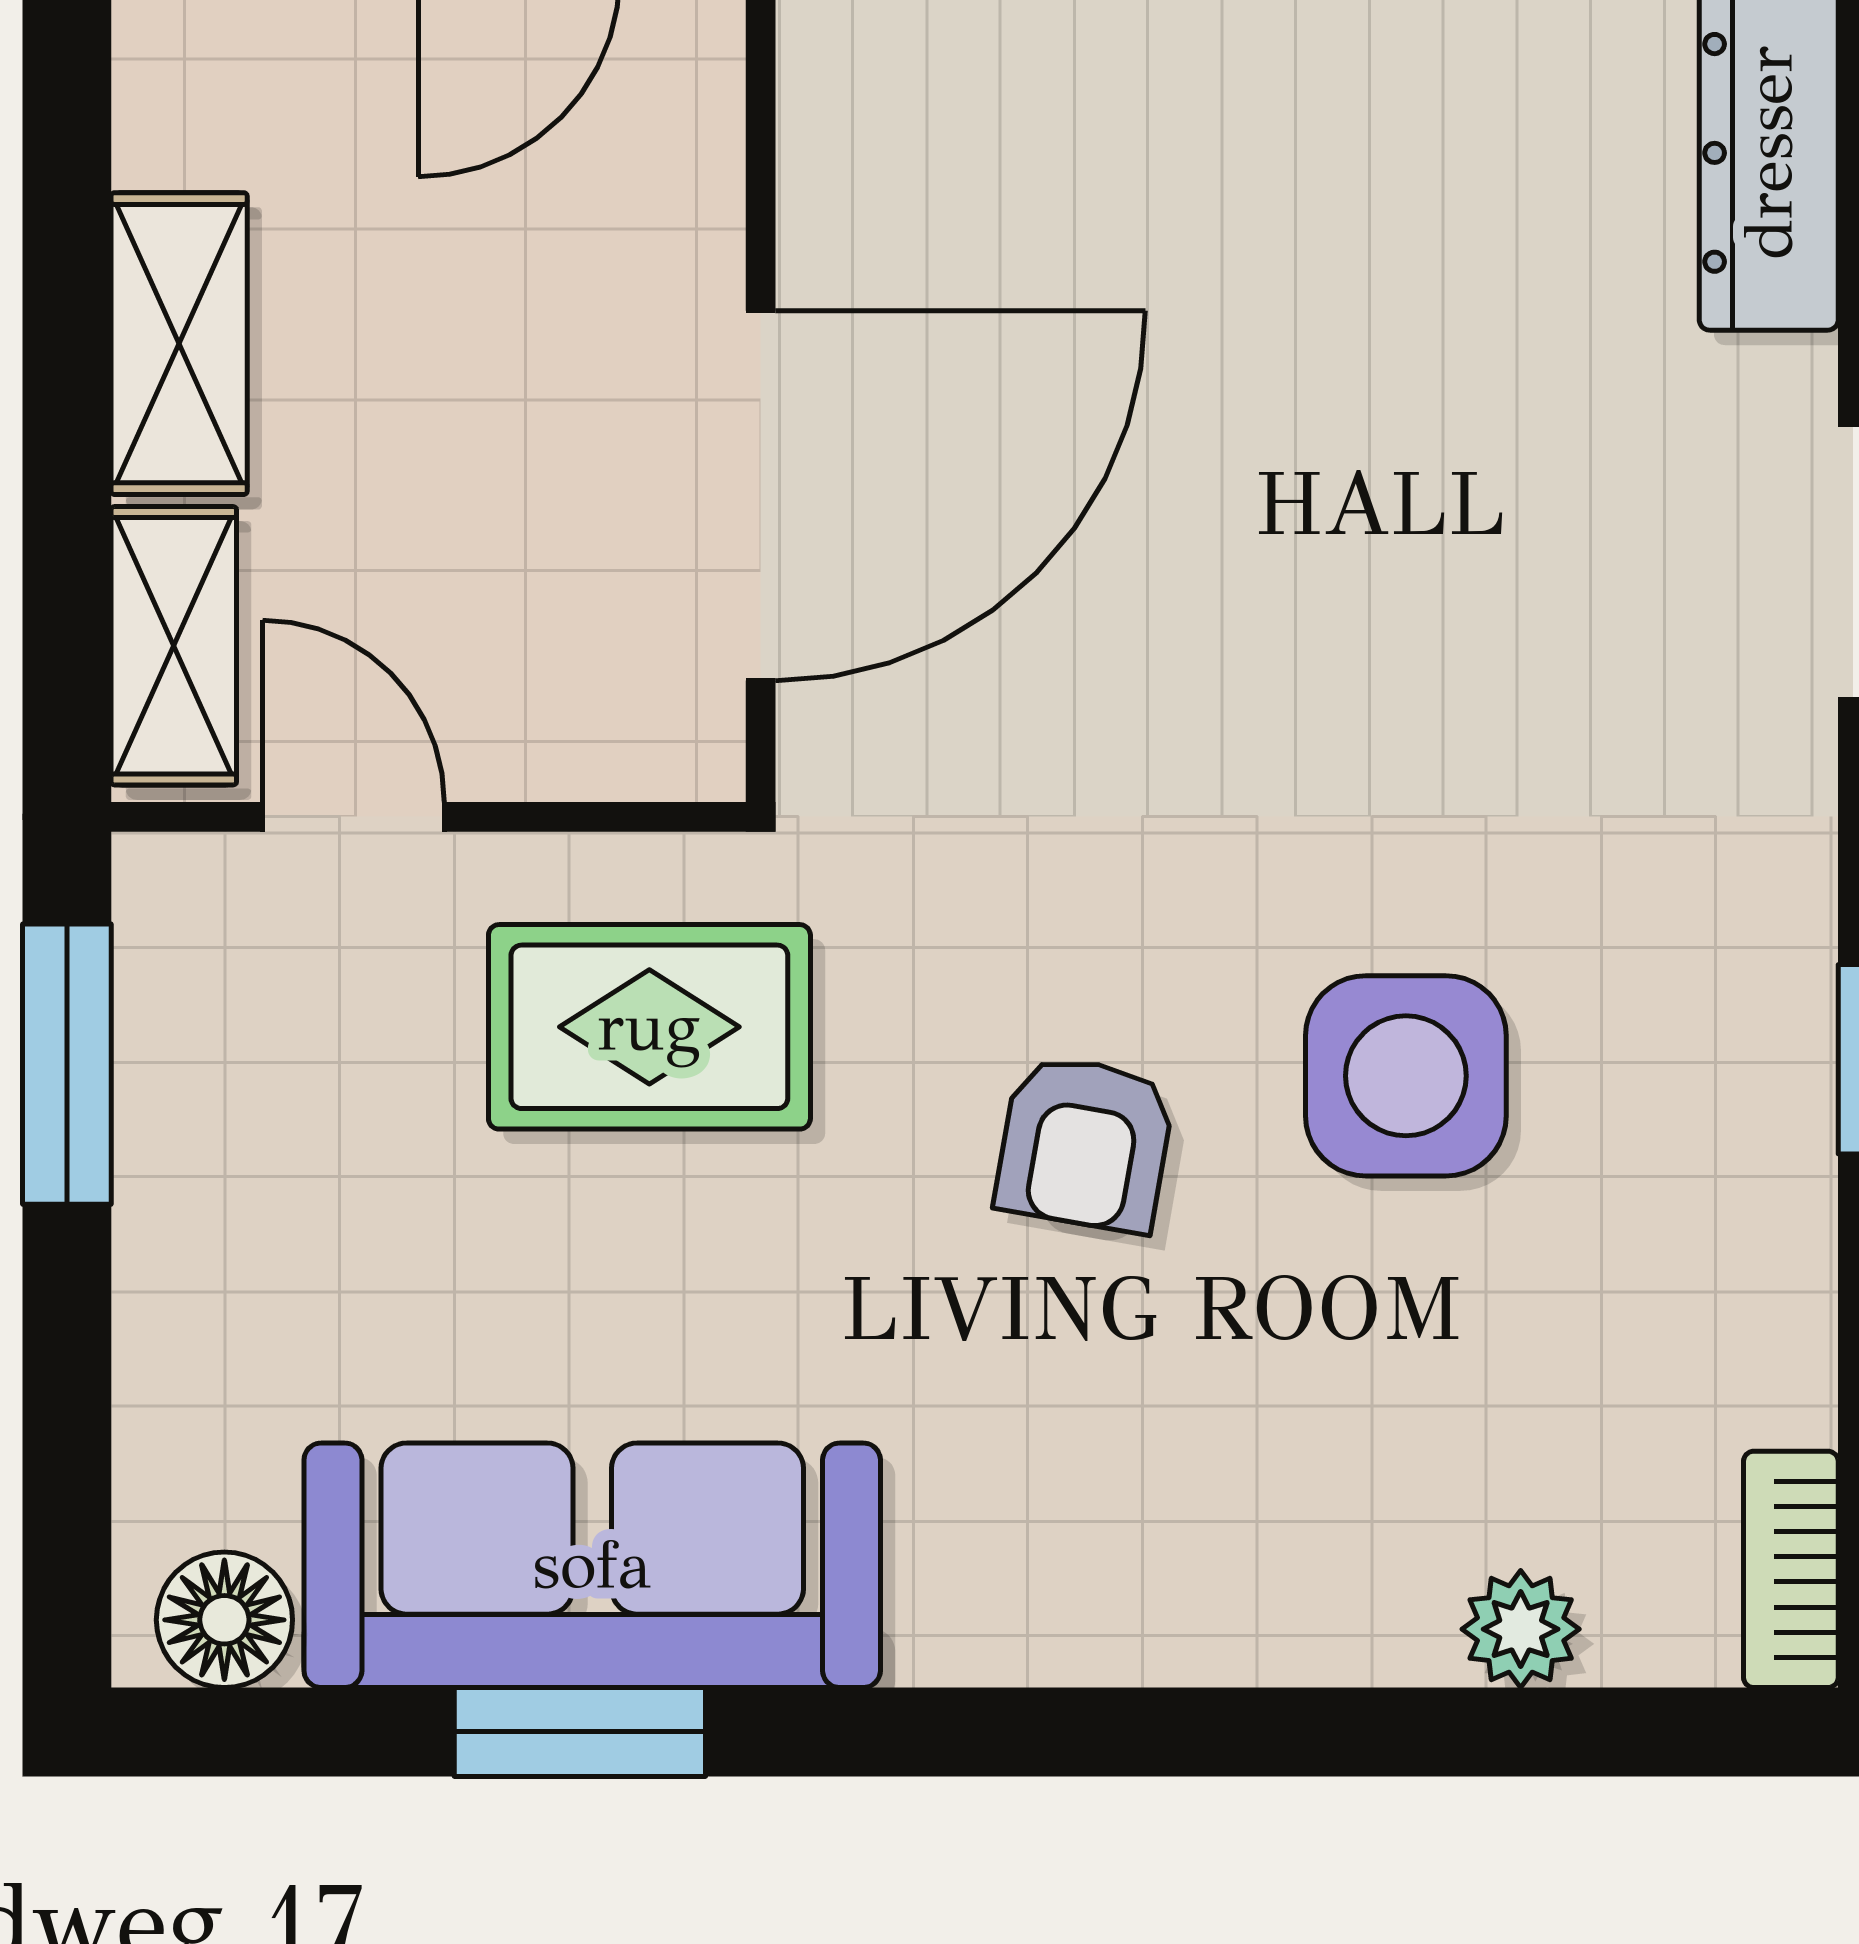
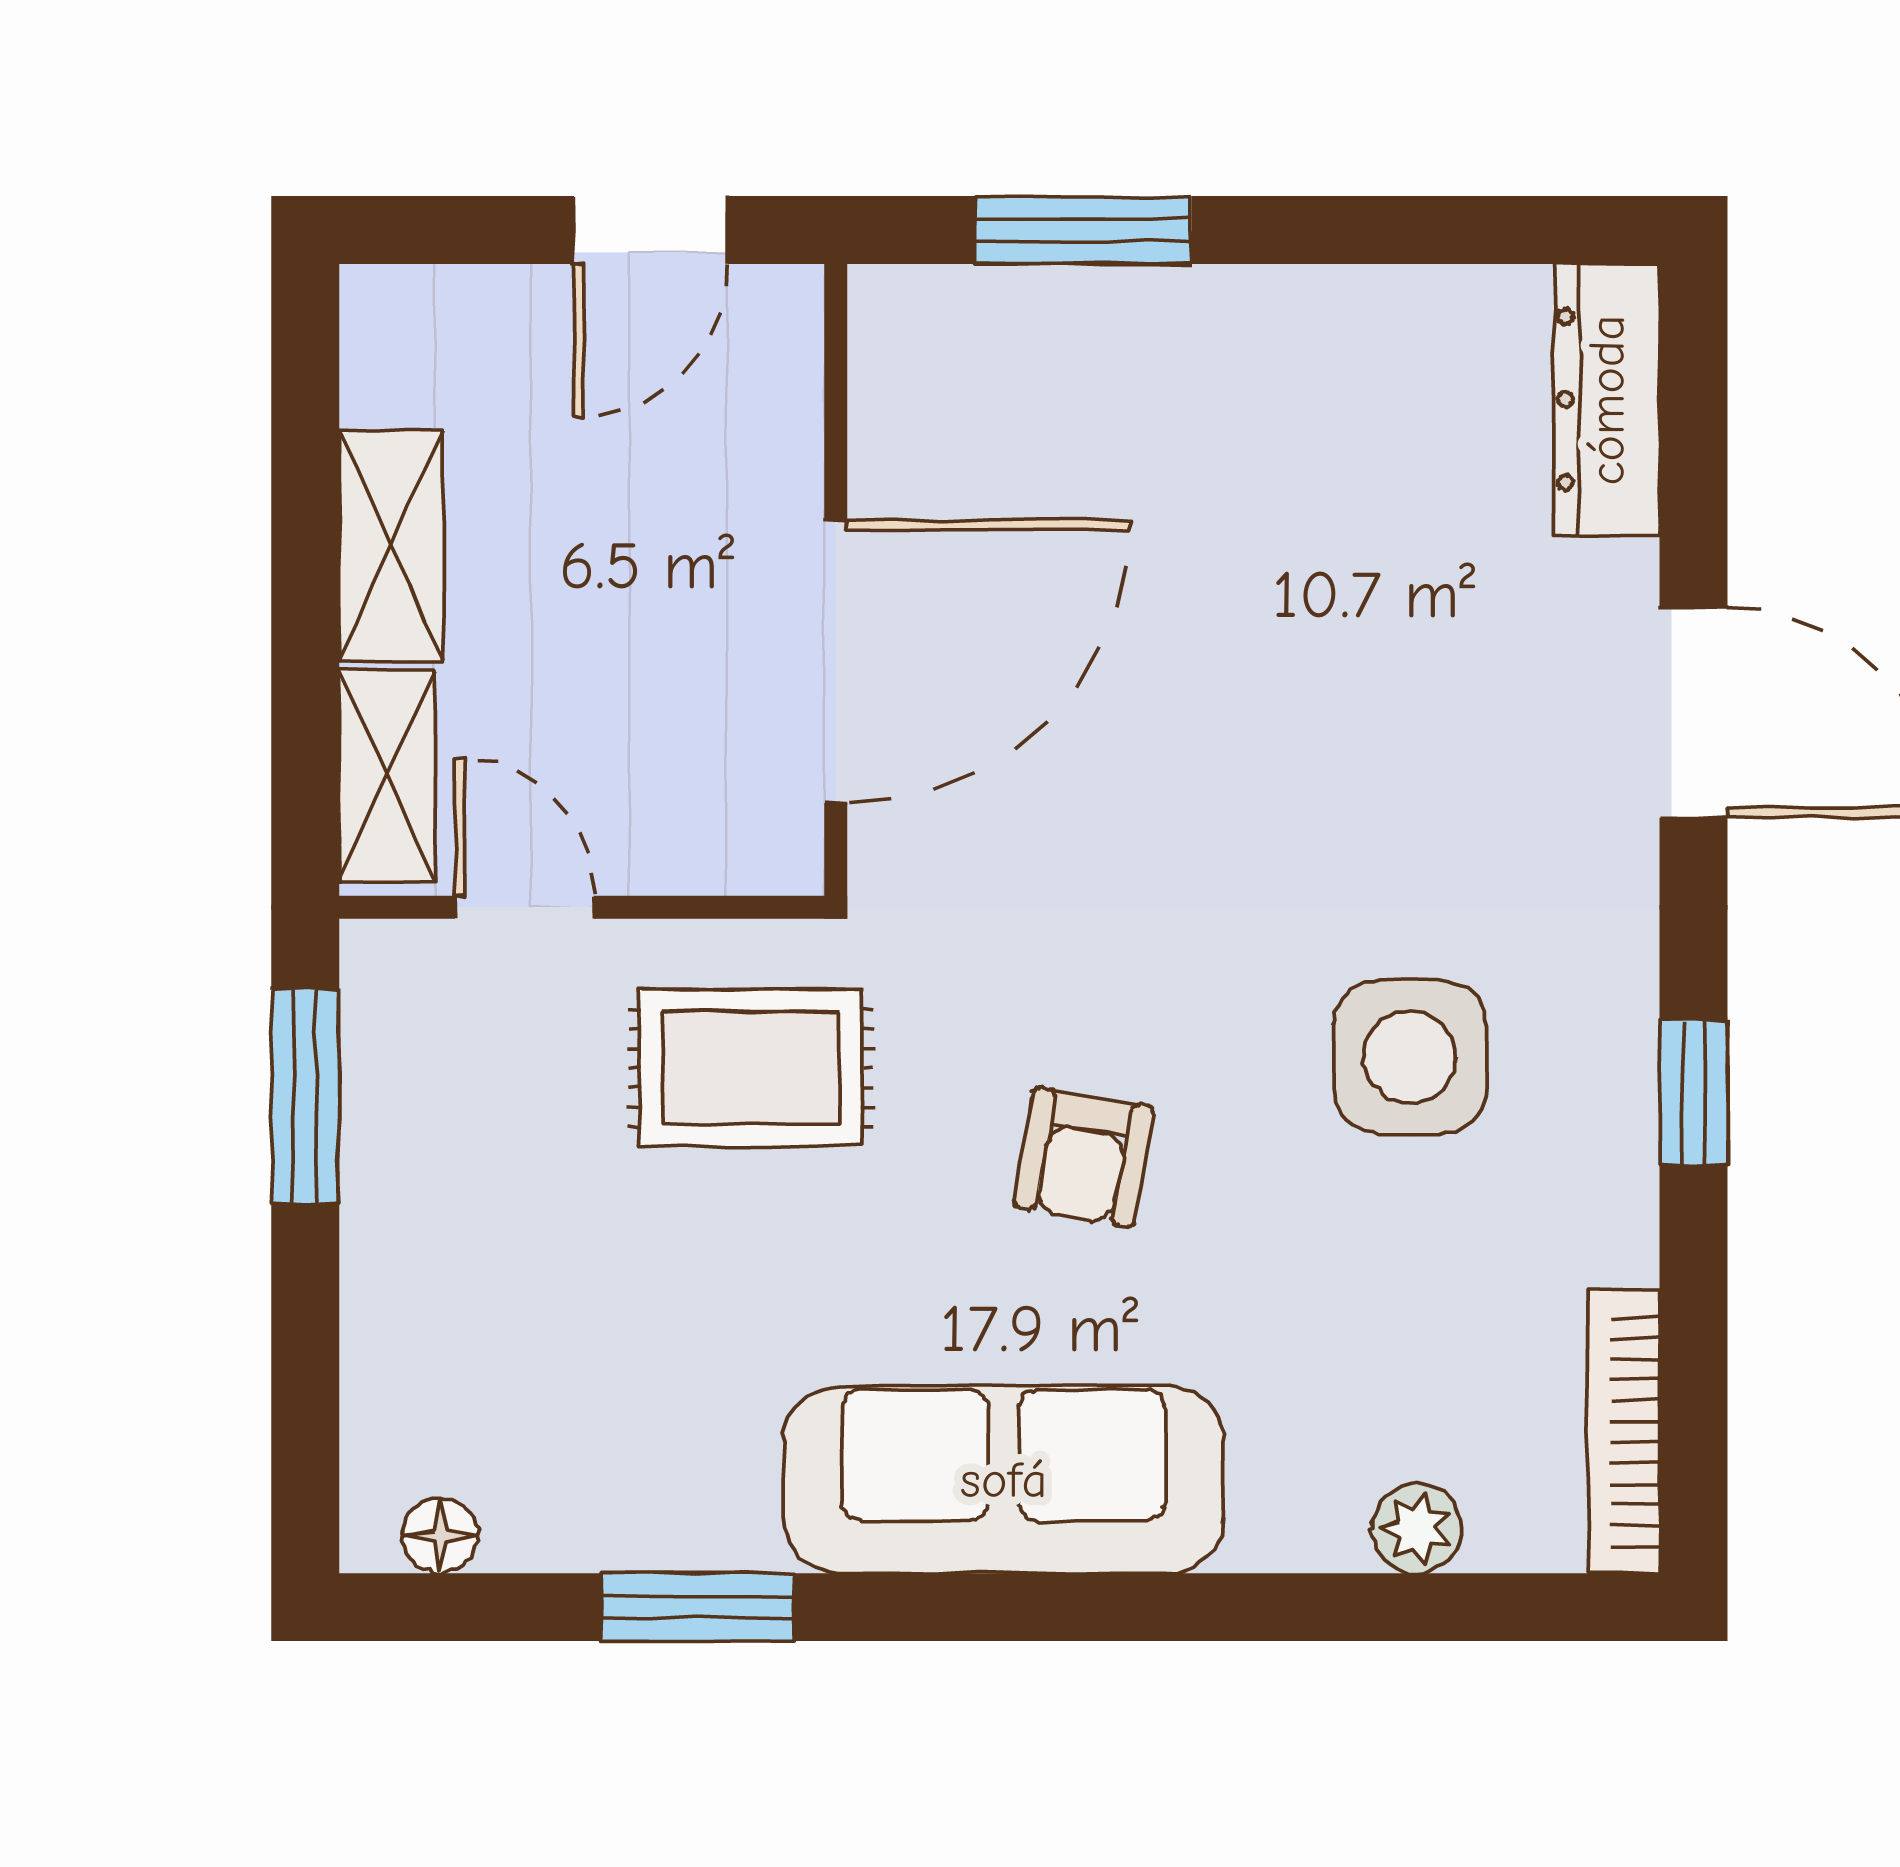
side table: (1406, 1076) -> (1410, 1057), moved
sofa: (592, 1565) -> (1004, 1480), moved
bookcase: (1791, 1569) -> (1624, 1432), width x1.56
floor lamp: (224, 1620) -> (440, 1535), width x0.73, depth x0.73

